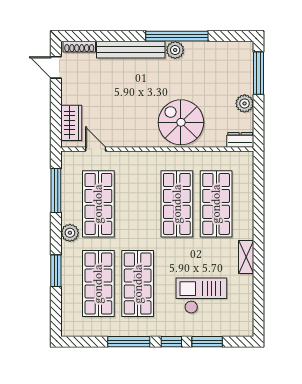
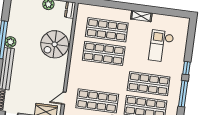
window: (207, 342) -> (189, 46), removed

